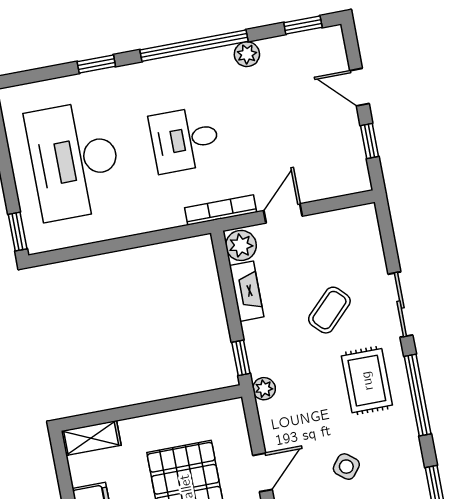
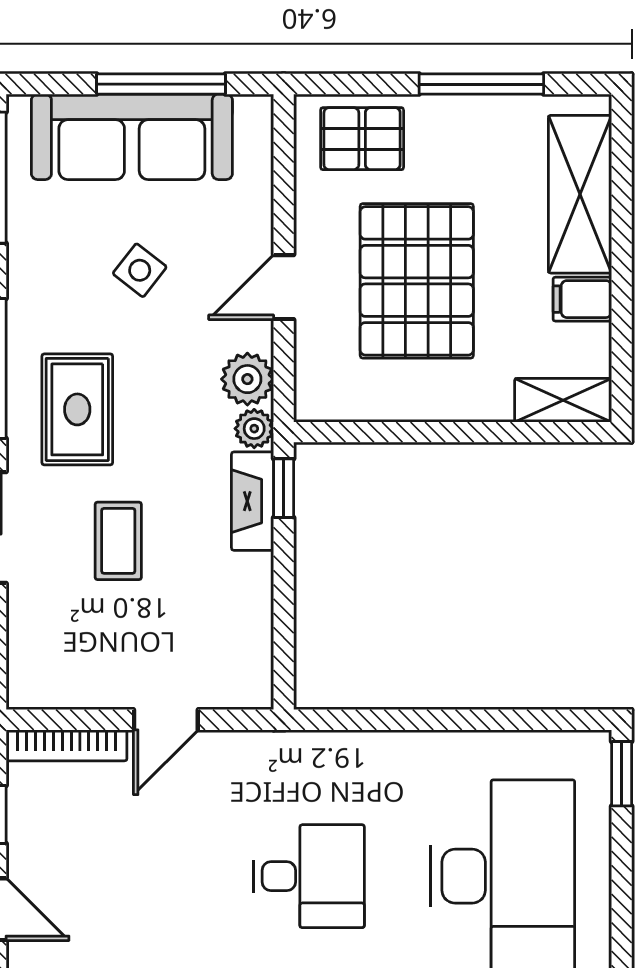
bookcase: (221, 210) -> (67, 745), moved
plant: (241, 245) -> (247, 379), moved
fireplace: (247, 291) -> (253, 501), moved
coffee table: (329, 310) -> (118, 541), turned -45

